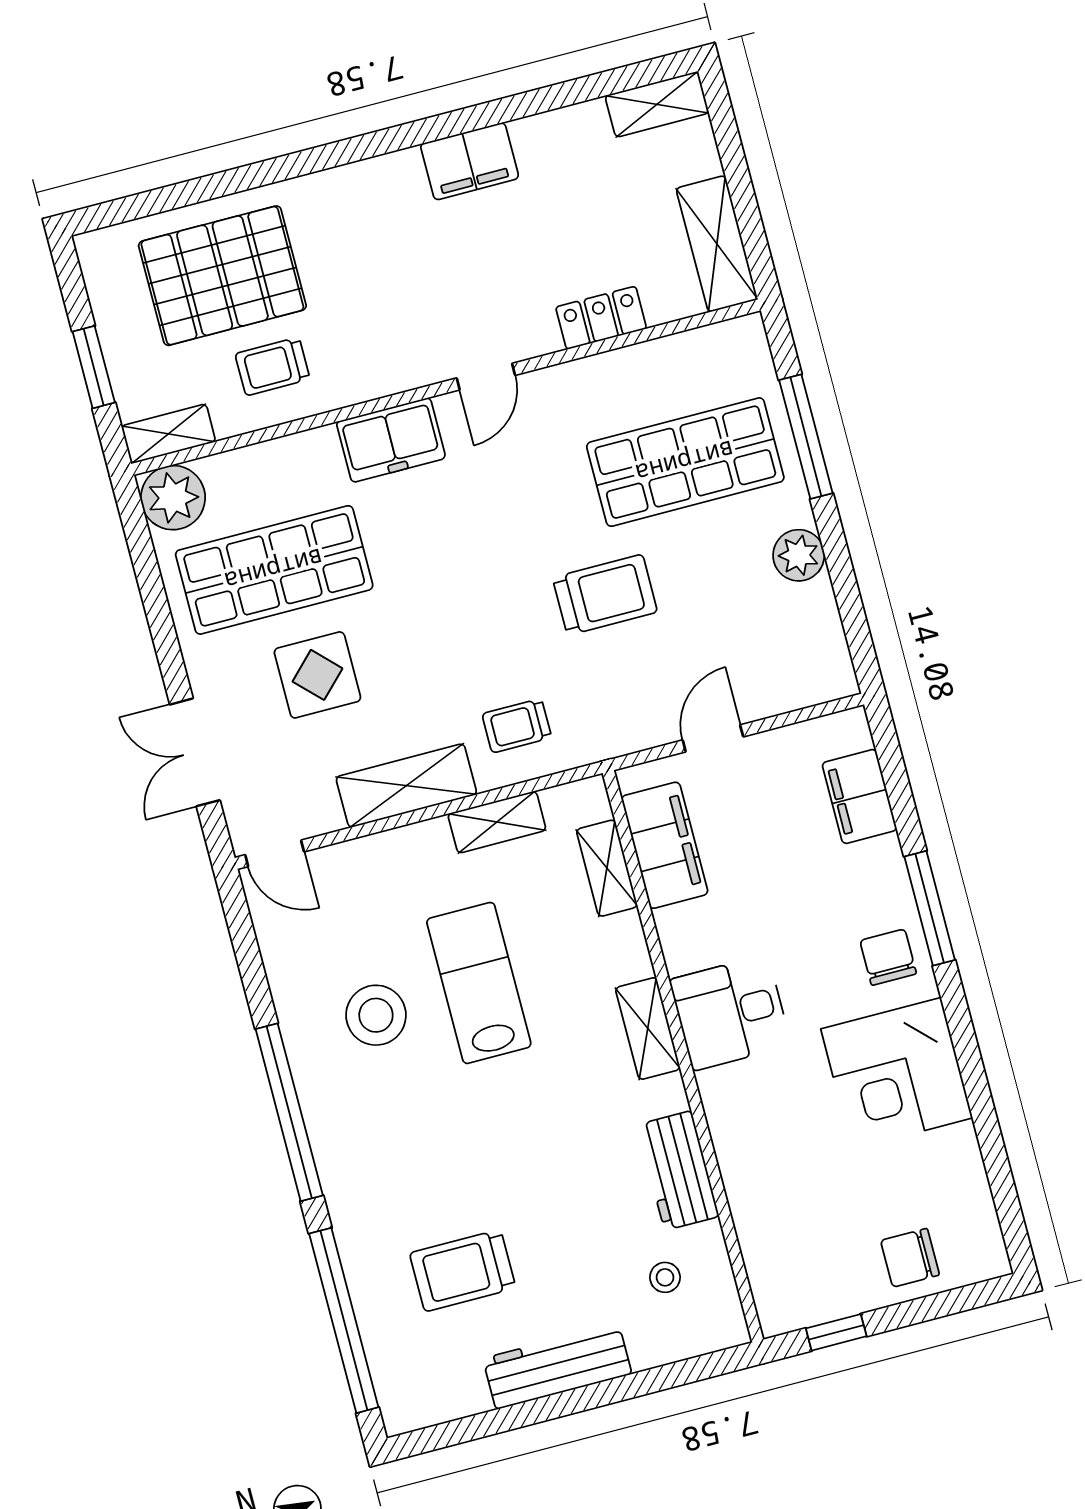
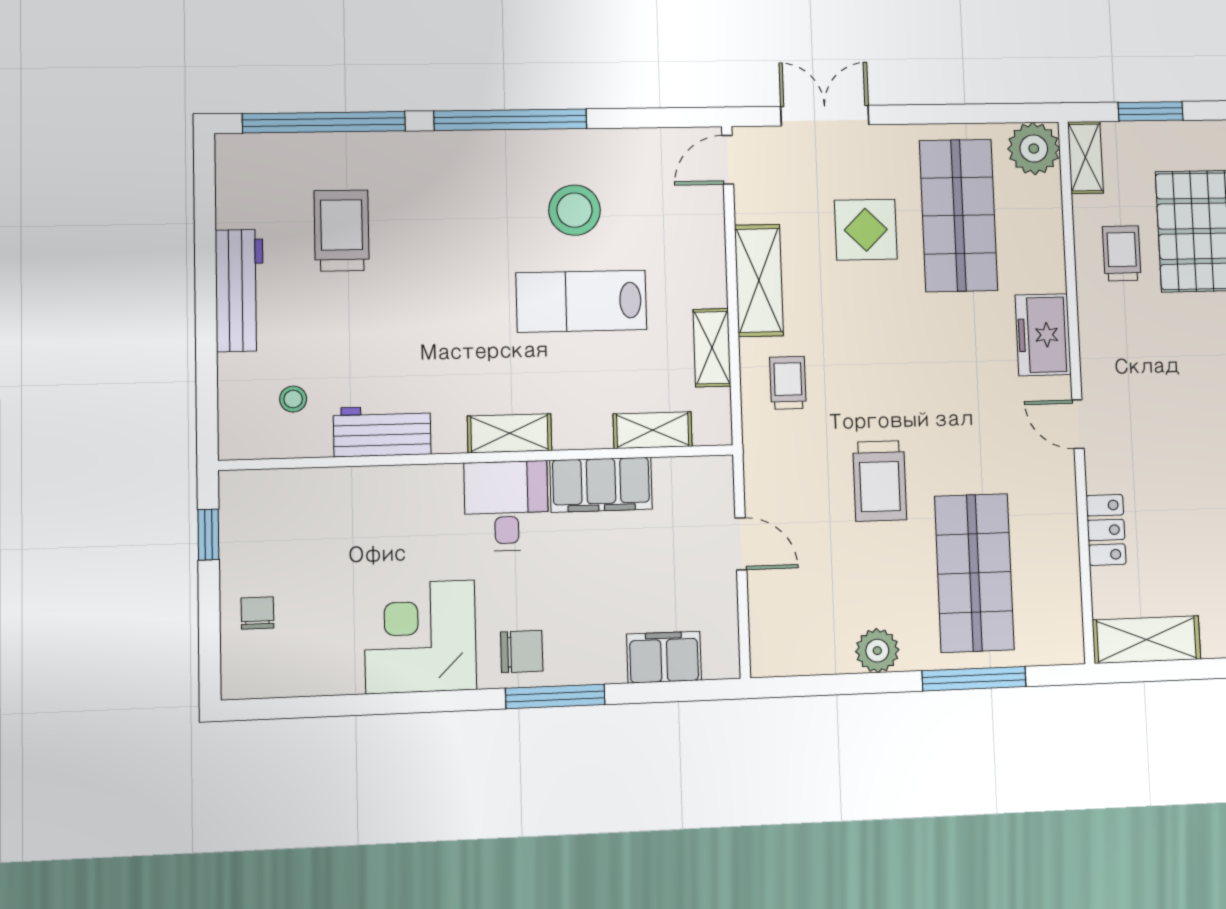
filing cabinet: (665, 845) -> (601, 485), moved
lab bench: (479, 983) -> (581, 301), turned 180
chair: (910, 1258) -> (257, 613), width x0.73, depth x0.73

